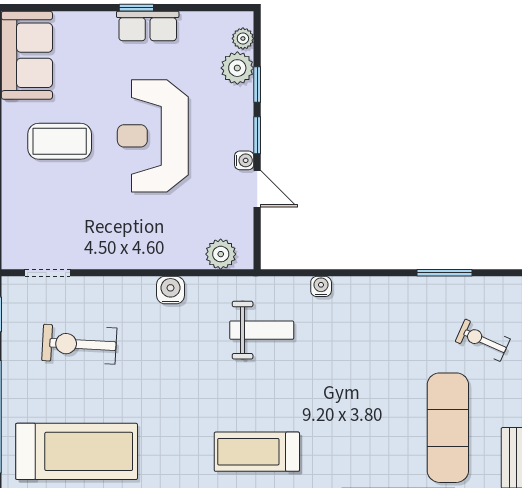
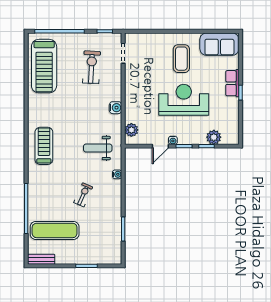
row of seats: (148, 26) -> (232, 83), moved
plant: (243, 39) -> (227, 140), removed
weight bench: (262, 330) -> (98, 148), turned 90
exercise bike: (483, 340) -> (83, 195), moved

